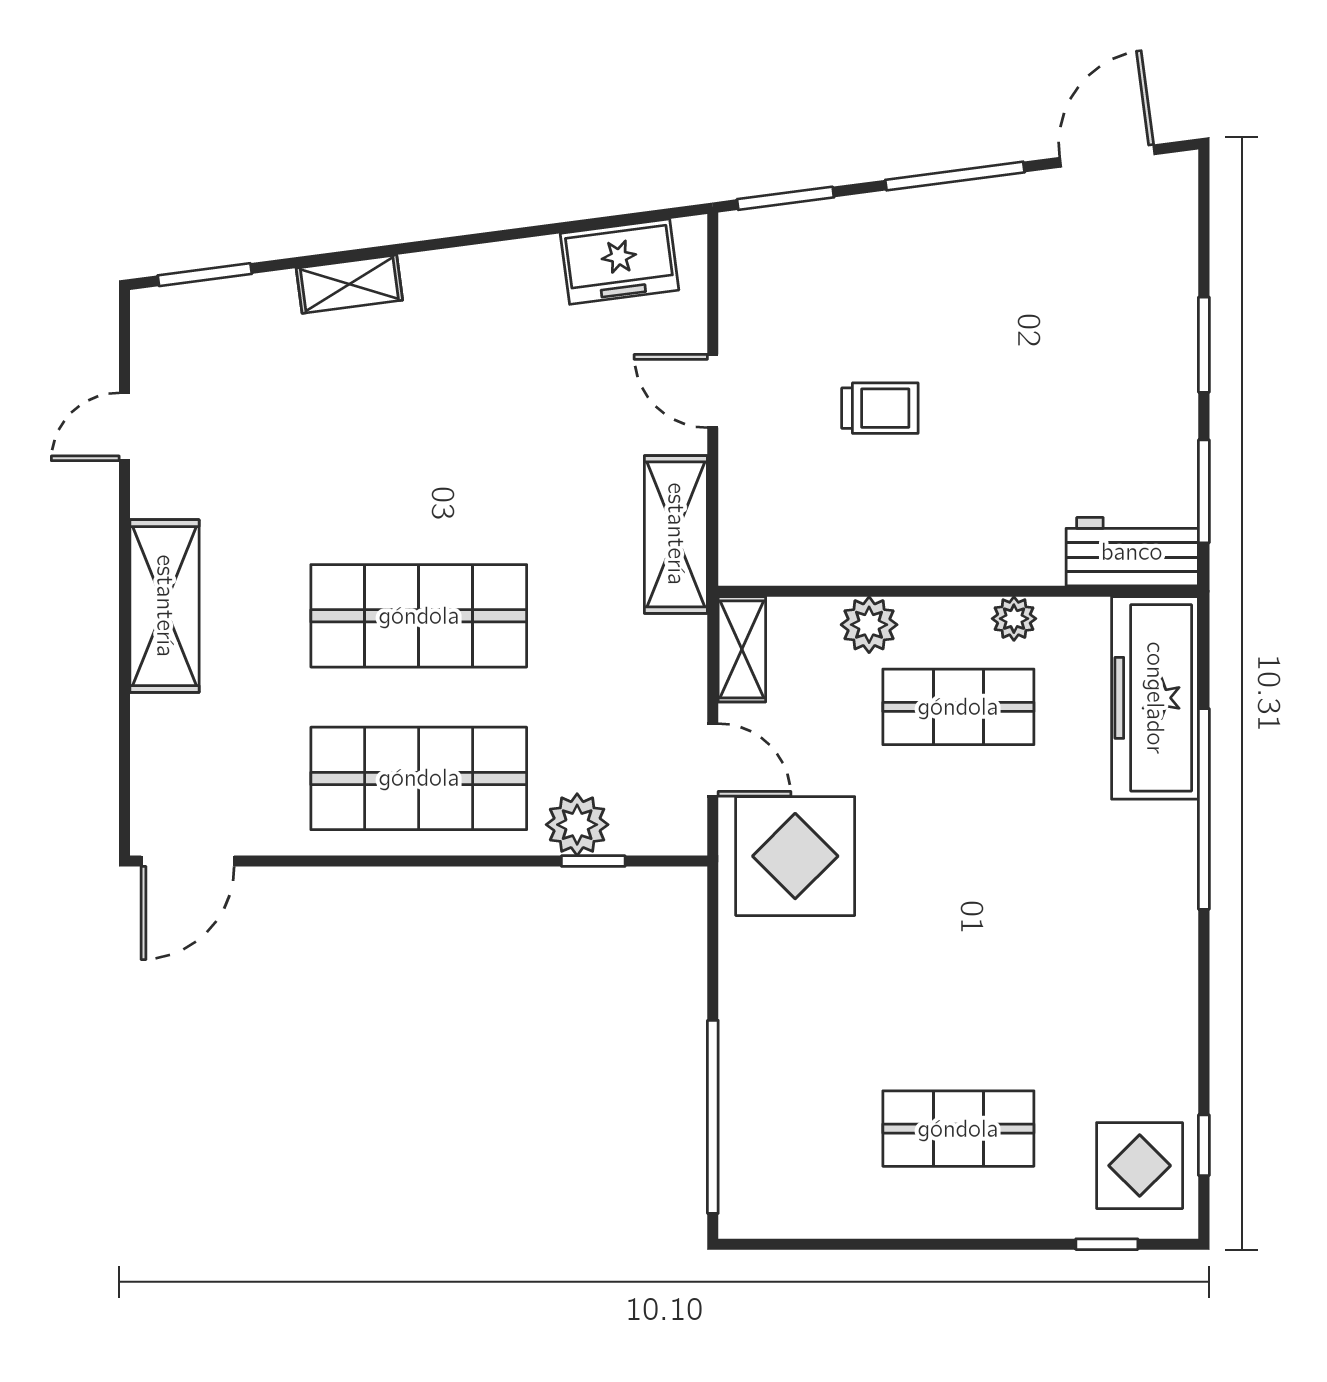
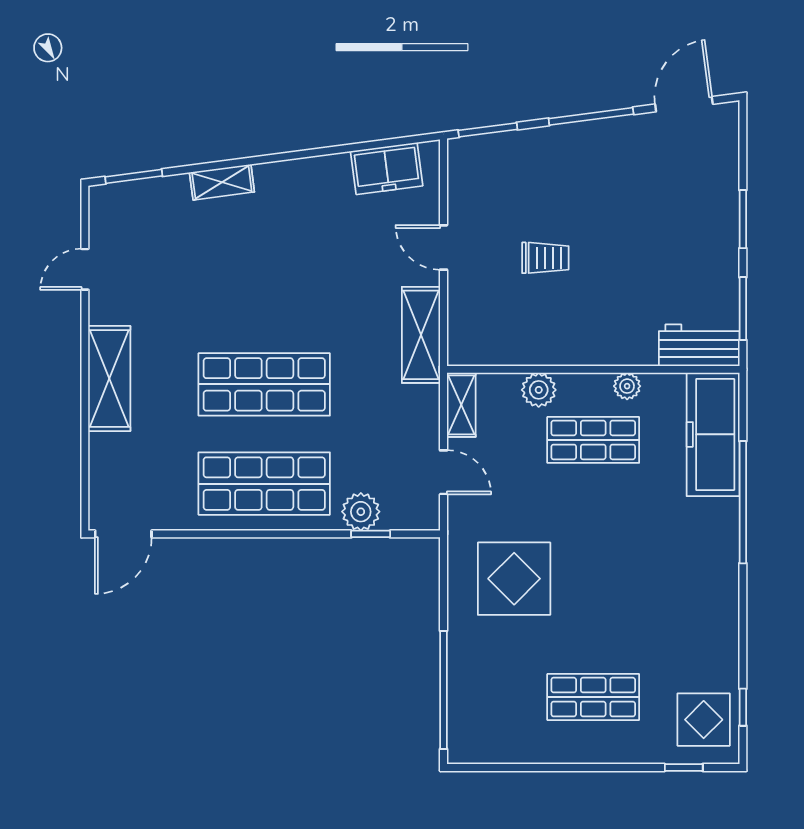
display table: (795, 856) -> (514, 579), moved

